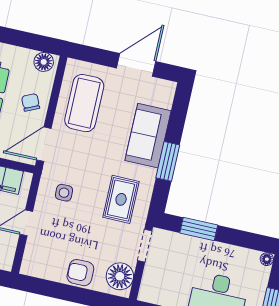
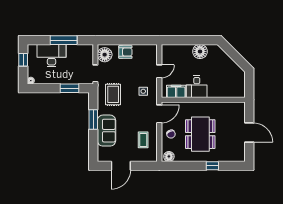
coffee table: (84, 103) -> (143, 140), width x0.54, depth x0.58

